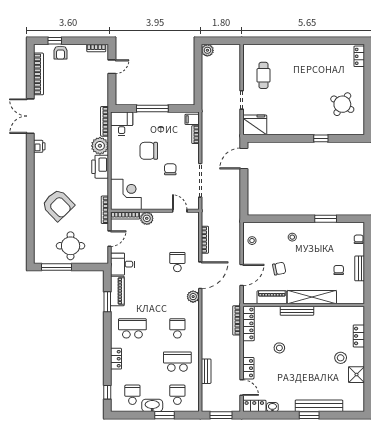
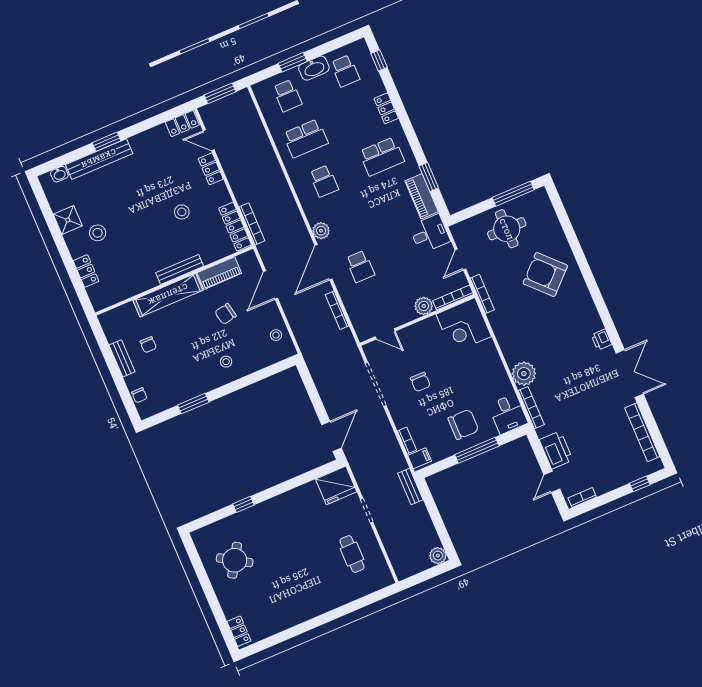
armchair: (60, 53) -> (626, 472), removed
chair: (149, 151) -> (463, 424), moved
printer: (100, 167) -> (556, 450), moved
bench: (206, 371) -> (410, 486), moved
washbasin: (272, 407) -> (59, 174), moved

